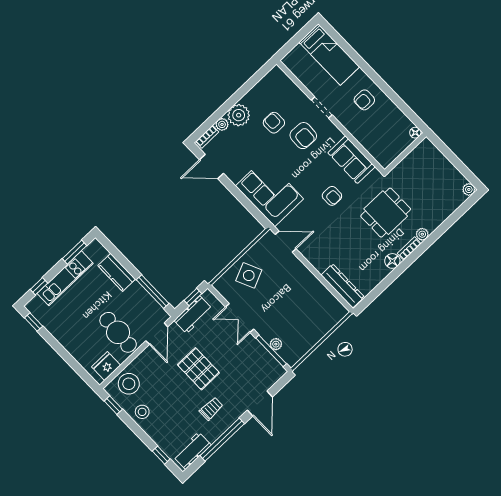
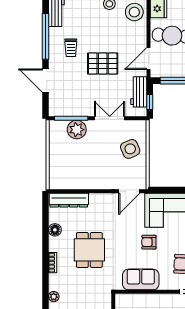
armchair: (332, 196) -> (149, 242), moved
dining table: (386, 213) -> (89, 250), moved
plant: (422, 234) -> (54, 297), moved
floor lamp: (392, 261) -> (55, 230), moved
door: (157, 334) -> (149, 59), hinge flipped
plant: (276, 344) -> (77, 130), width x1.88, depth x1.88

